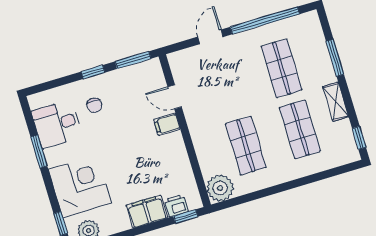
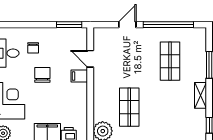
window: (93, 72) -> (39, 25), removed
shop shelf: (300, 129) -> (170, 107), removed
chair: (117, 137) -> (42, 75), added

